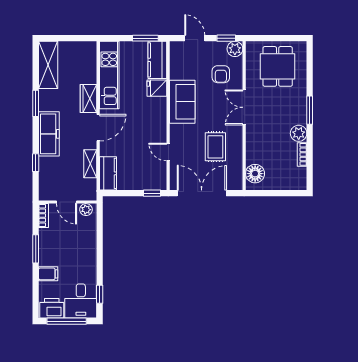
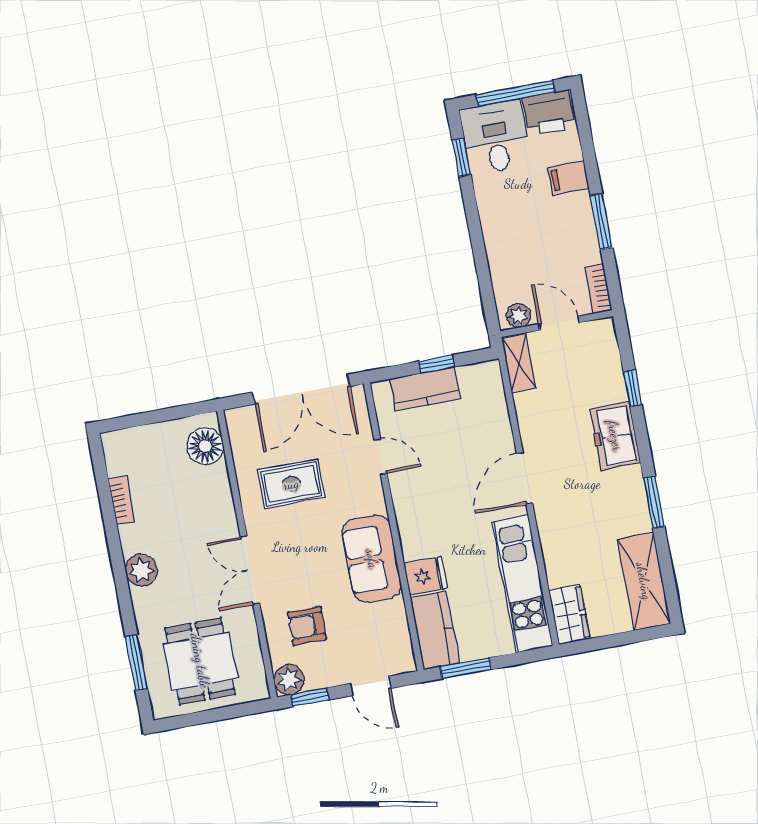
armchair: (221, 74) -> (307, 626), turned -90
wardrobe: (89, 98) -> (569, 615), moved
double door: (244, 107) -> (250, 570), swing flipped
window: (310, 110) -> (136, 663), moved
plant: (299, 133) -> (141, 570), moved
freezer: (49, 134) -> (615, 436), width x0.71
rug: (215, 147) -> (291, 484), turned 90
shelving: (90, 164) -> (519, 363), moved
kitchen counter: (108, 173) -> (425, 389), moved, turned -90
window: (152, 193) -> (437, 364), moved

